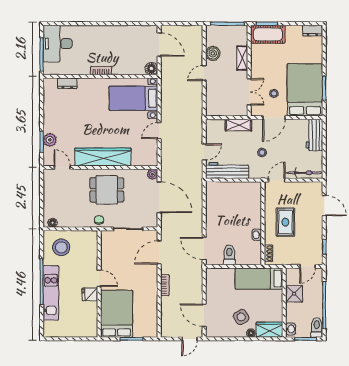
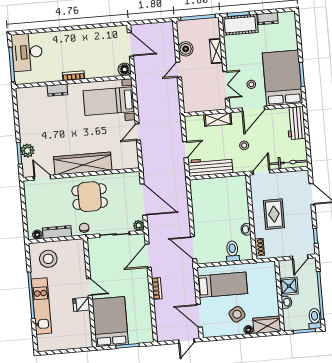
dresser: (312, 31) -> (268, 19), moved
dresser: (67, 83) -> (57, 90), moved
plant: (152, 174) -> (139, 225), moved
dresser: (72, 222) -> (57, 232), added
toilet: (229, 255) -> (232, 251), moved
bed: (259, 279) -> (223, 285), moved, turned 180
washbasin: (291, 329) -> (287, 302), moved

